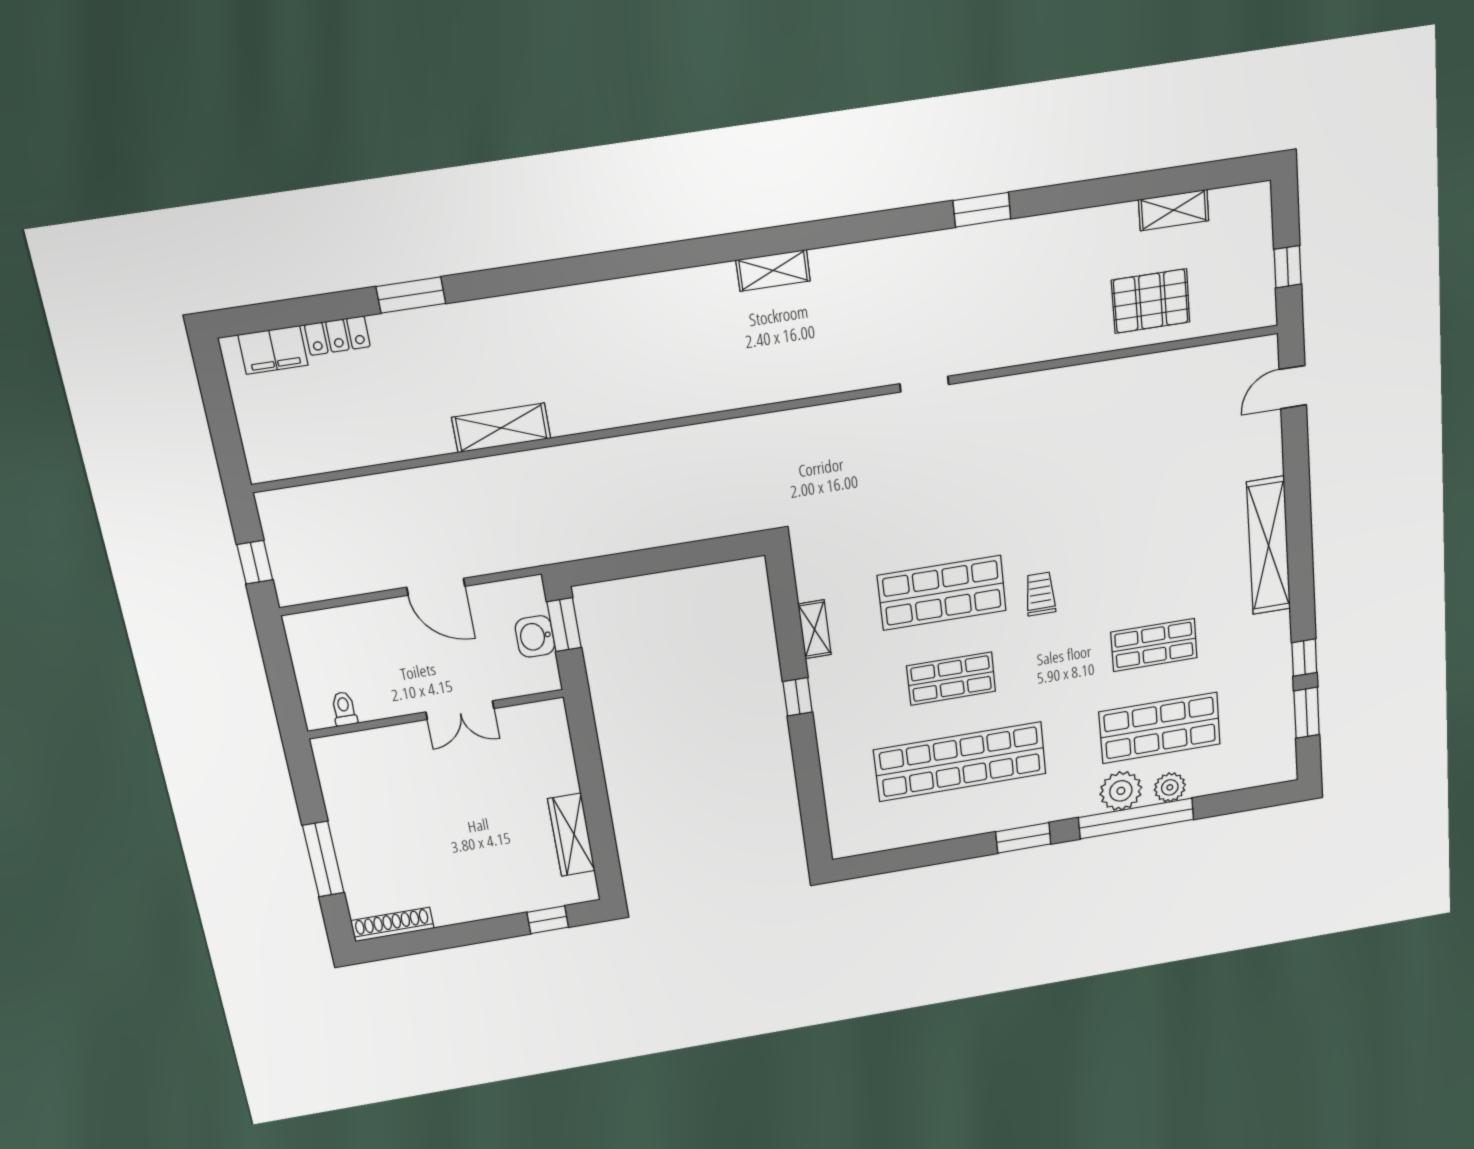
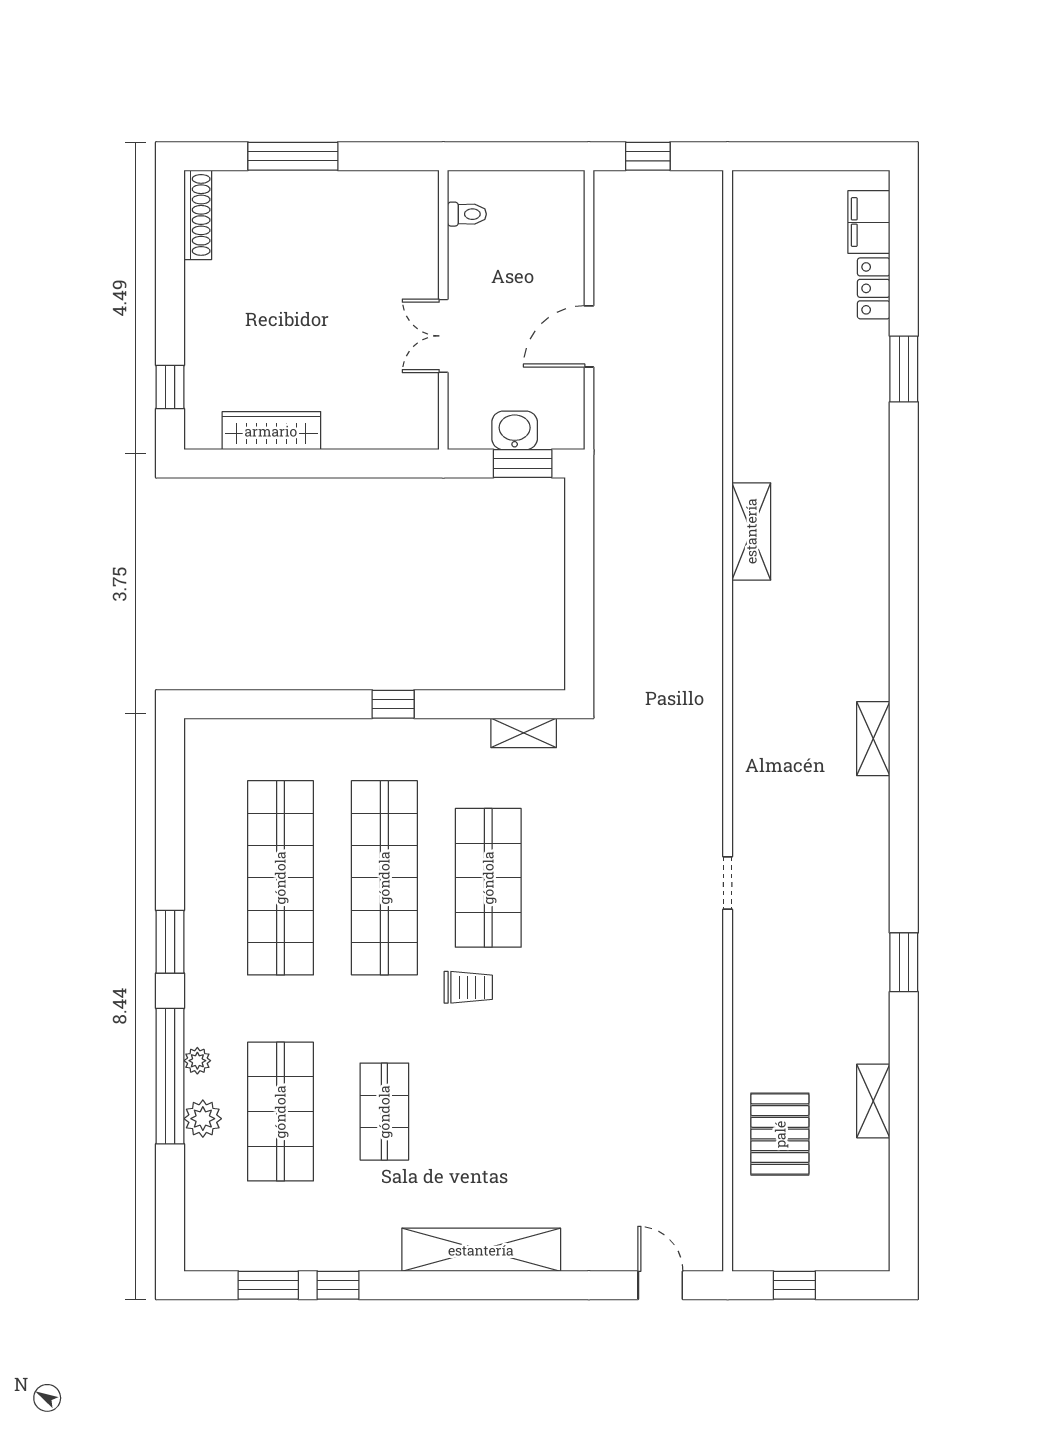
shelving: (1174, 210) -> (873, 1101), moved
shelving: (501, 428) -> (751, 531), moved
shelving: (815, 629) -> (524, 733), moved
shop shelf: (951, 679) -> (384, 878), width x2.00, depth x1.36
plant: (1121, 791) -> (197, 1061), width x0.53, depth x0.53

